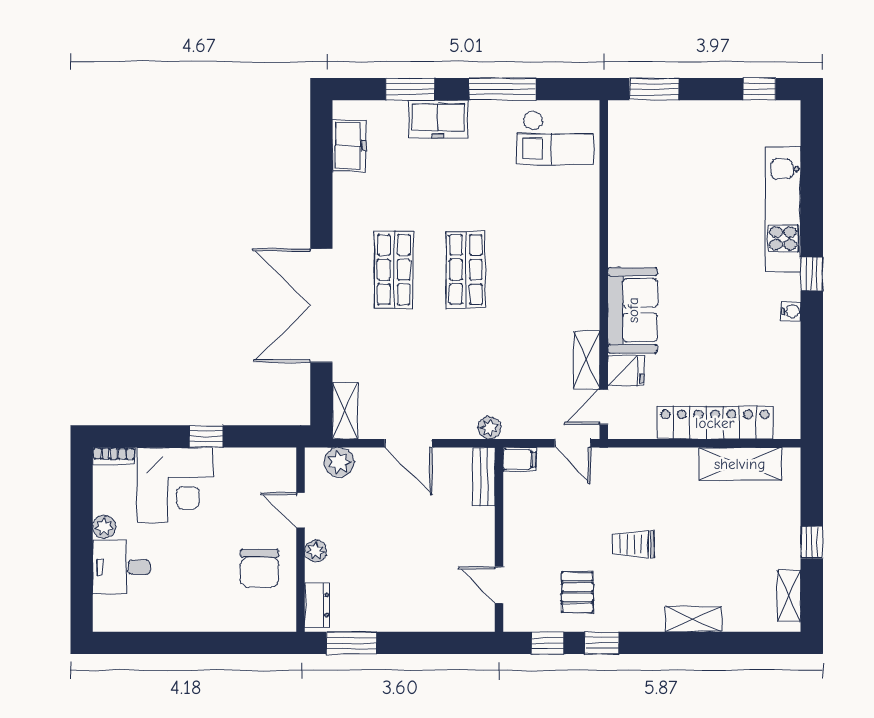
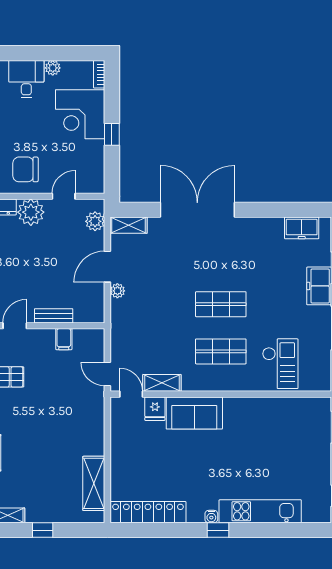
checkout: (555, 138) -> (280, 364), moved, turned 180
shop shelf: (394, 270) -> (221, 351), moved
water cooler: (791, 311) -> (211, 517), moved
locker: (715, 423) -> (148, 512), moved, turned -90
plant: (489, 428) -> (117, 291), moved
door: (573, 443) -> (107, 374), hinge flipped
filing cabinet: (519, 460) -> (64, 339), moved
bench: (484, 477) -> (54, 316), moved
trolley: (633, 544) -> (42, 414), removed
plant: (316, 551) -> (31, 212), width x1.88, depth x1.88

